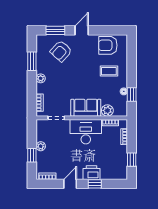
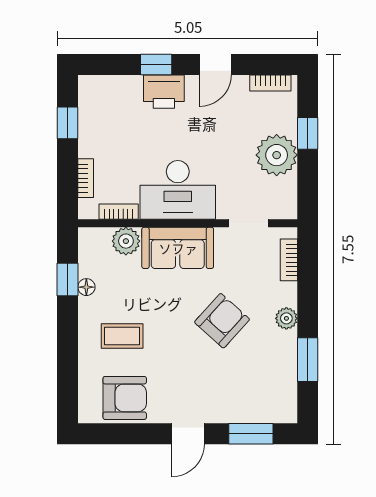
armchair: (61, 51) -> (222, 321), moved
plant: (41, 146) -> (277, 155), width x1.88, depth x1.88

